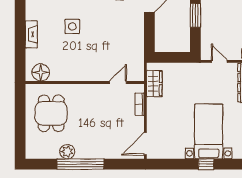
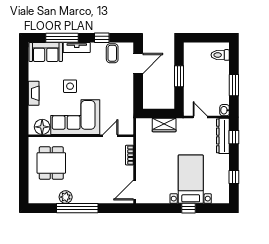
corner sofa: (78, 61) -> (75, 117), added
wardrobe: (154, 84) -> (164, 125), moved, turned 90

